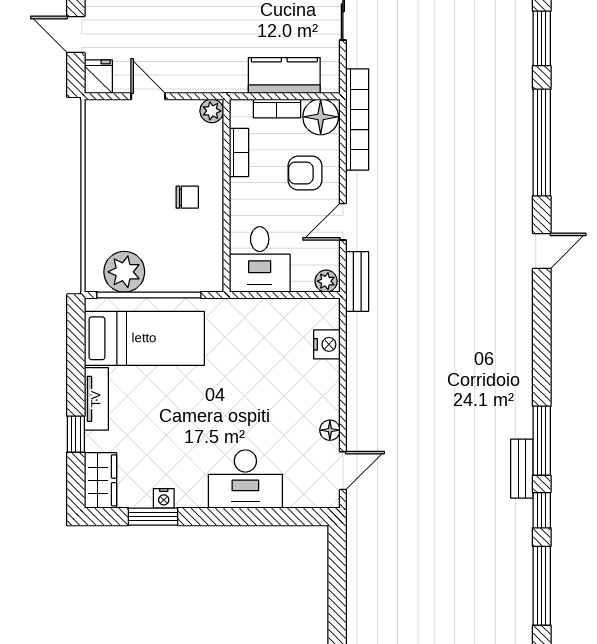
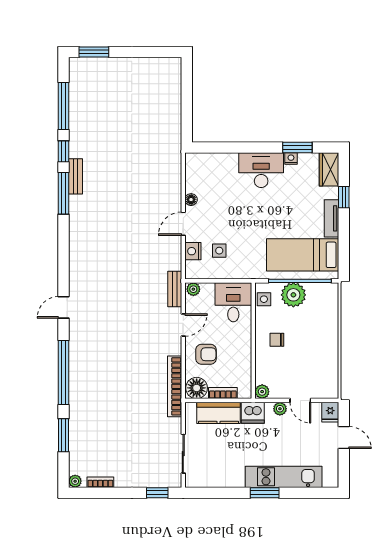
dishwasher: (227, 76) -> (253, 413), added
plant: (182, 82) -> (280, 409), added
bookcase: (239, 152) -> (246, 367), removed
side table: (209, 265) -> (264, 299), added
plant: (124, 272) -> (293, 295), moved
side table: (283, 345) -> (219, 251), added
door: (343, 471) -> (183, 224), moved
desk: (245, 479) -> (261, 170), moved

